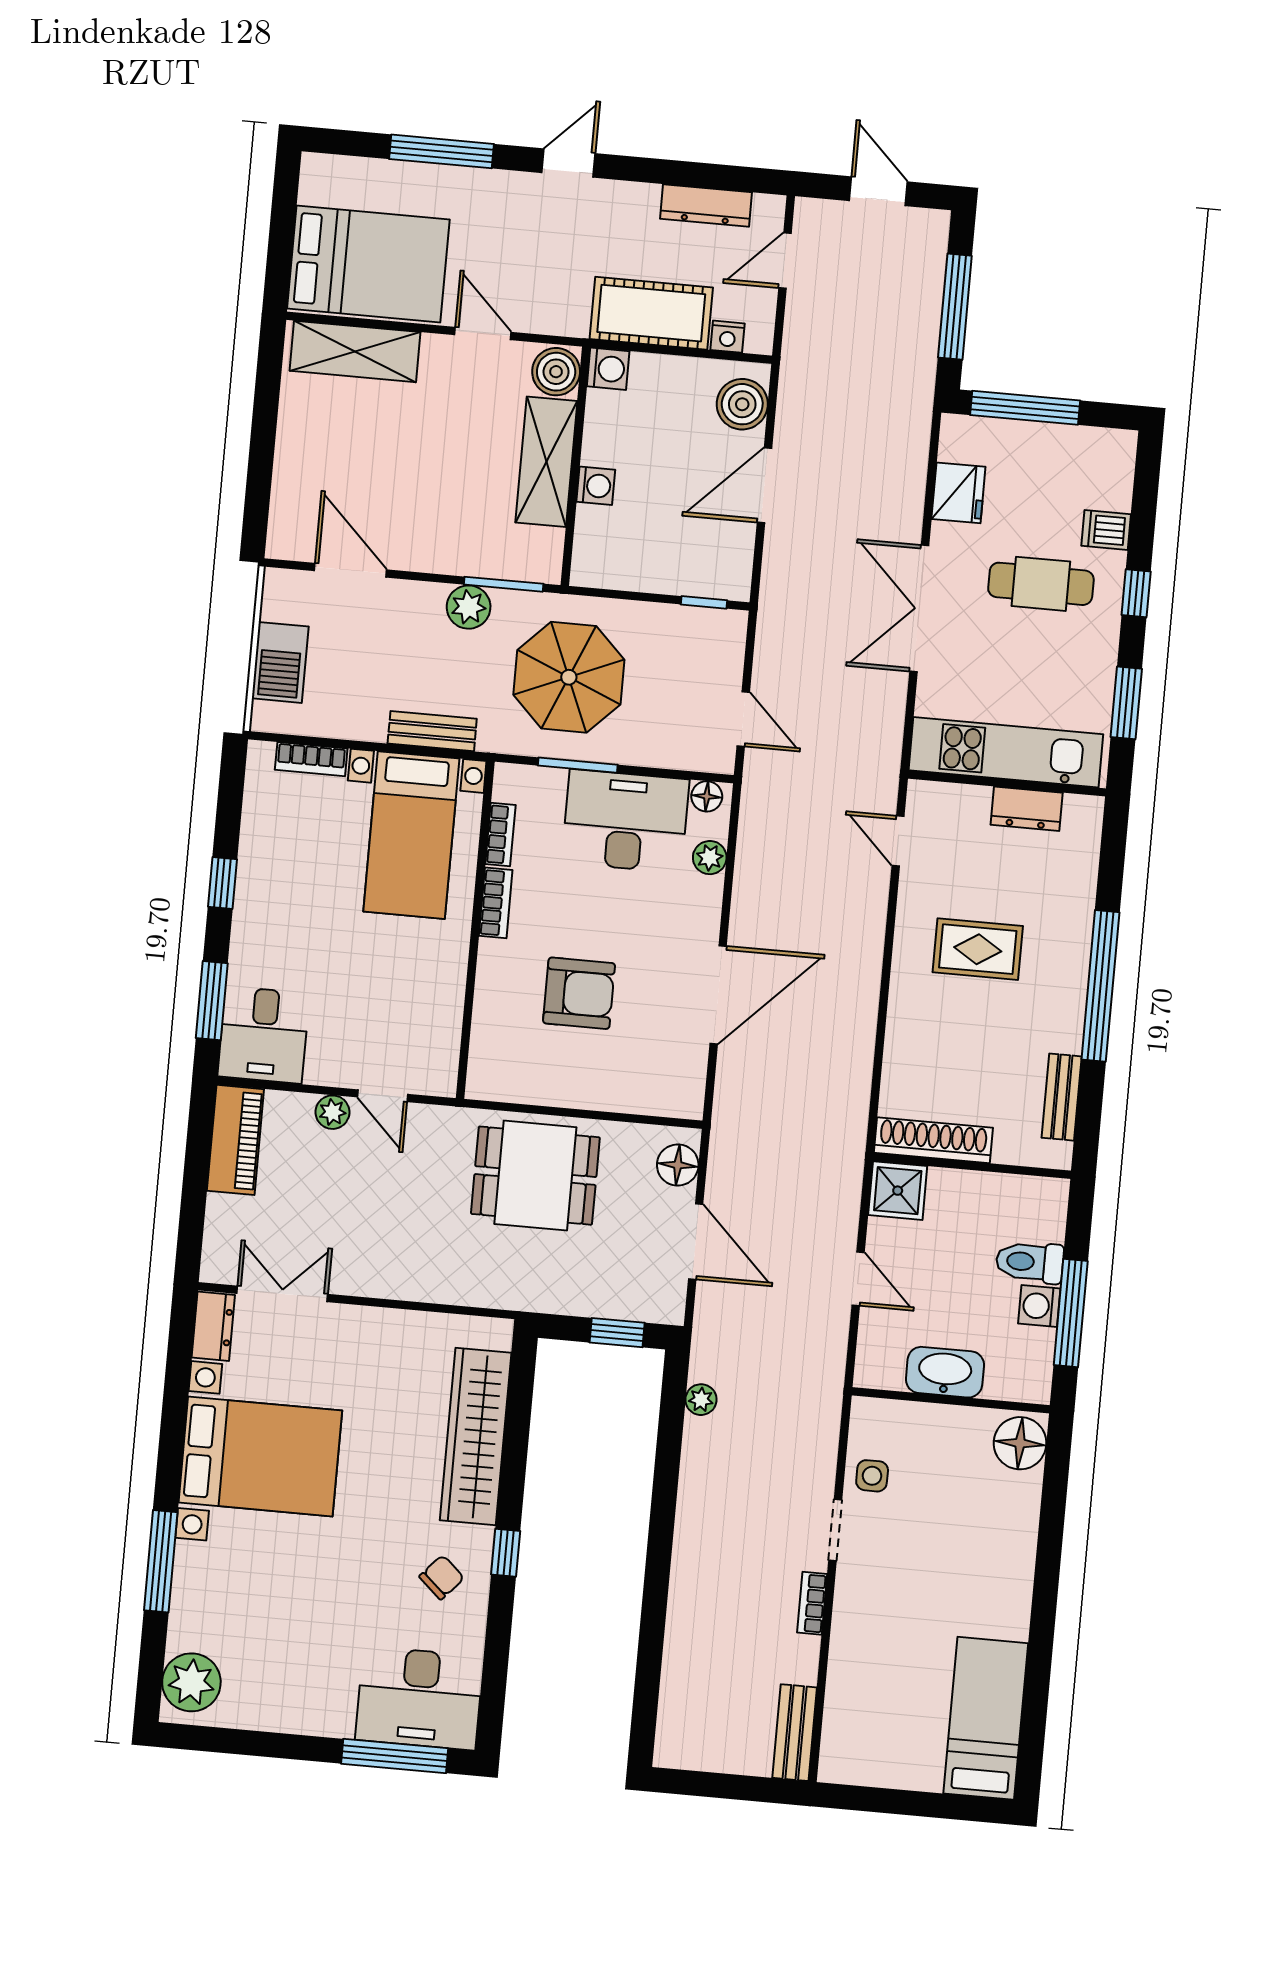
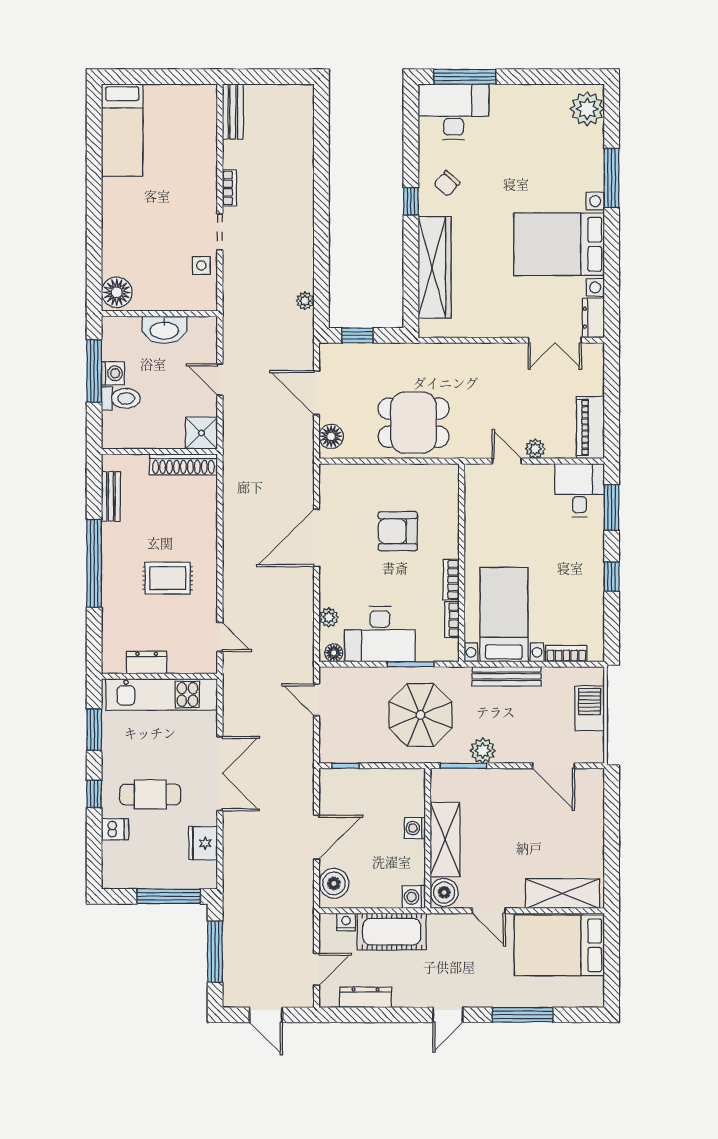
bench: (432, 731) -> (506, 676), width x1.36

